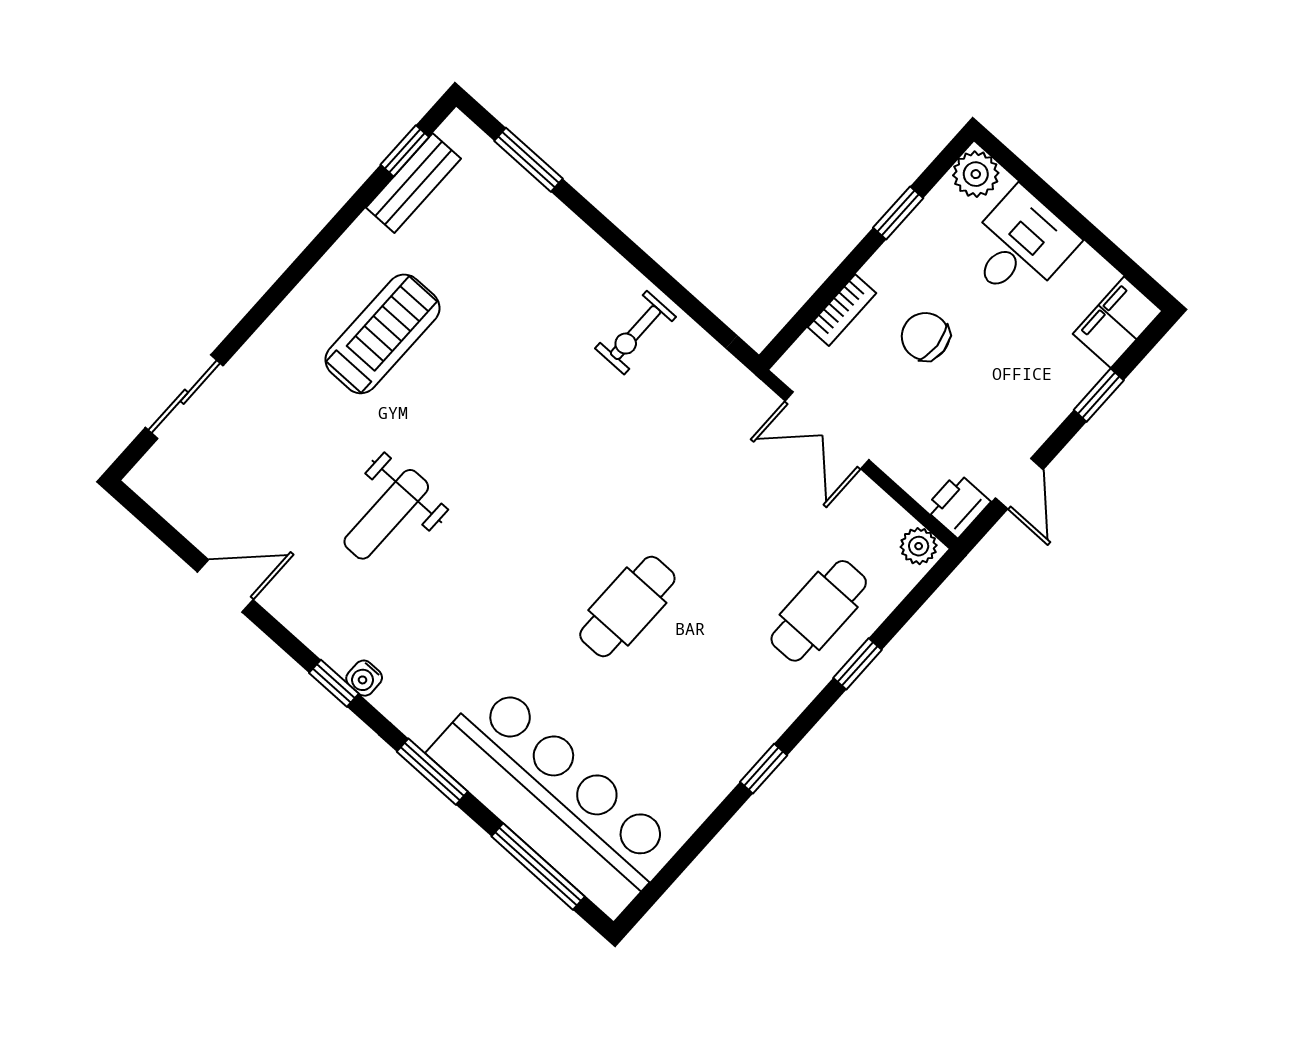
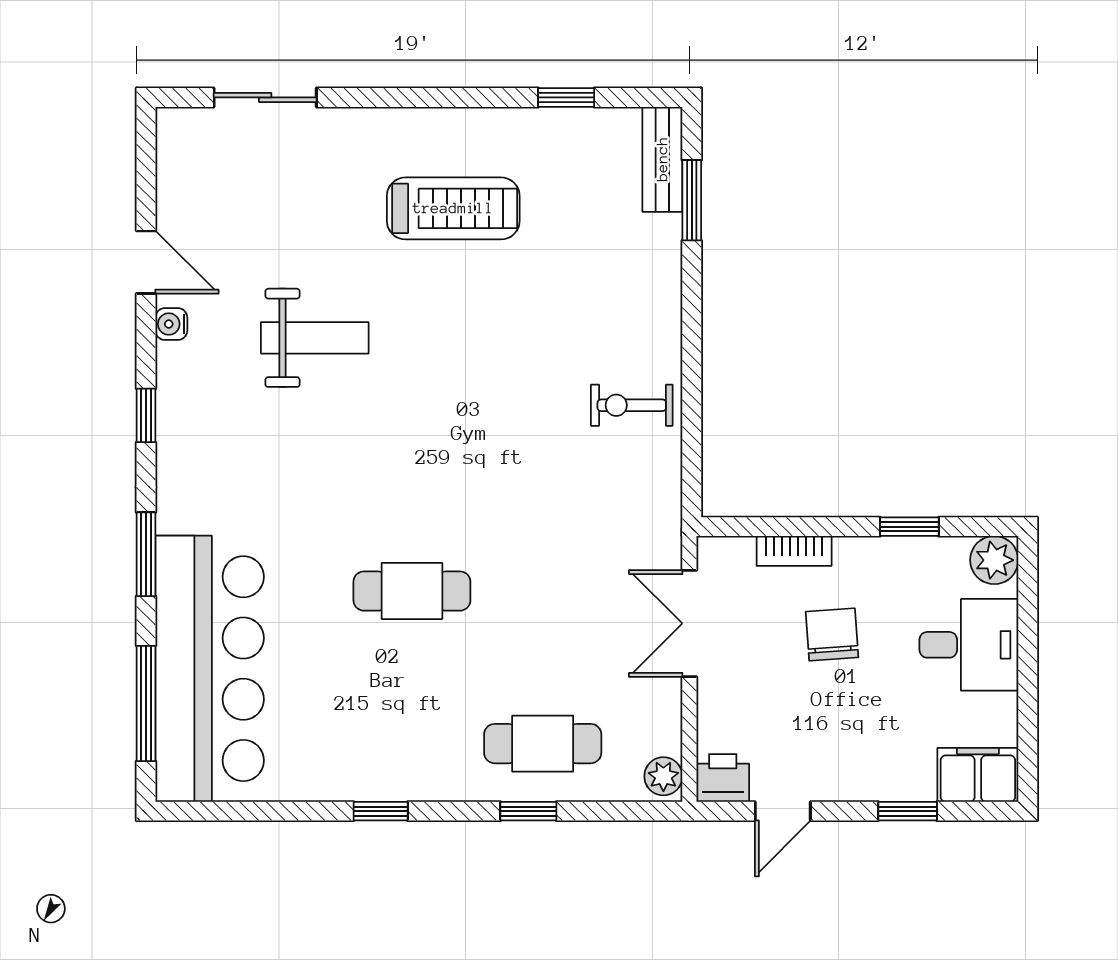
window: (405, 151) -> (566, 97), moved
bench: (413, 183) -> (662, 159), moved, turned 90
weight bench: (386, 514) -> (315, 338), turned 180
water cooler: (364, 678) -> (171, 324), moved

